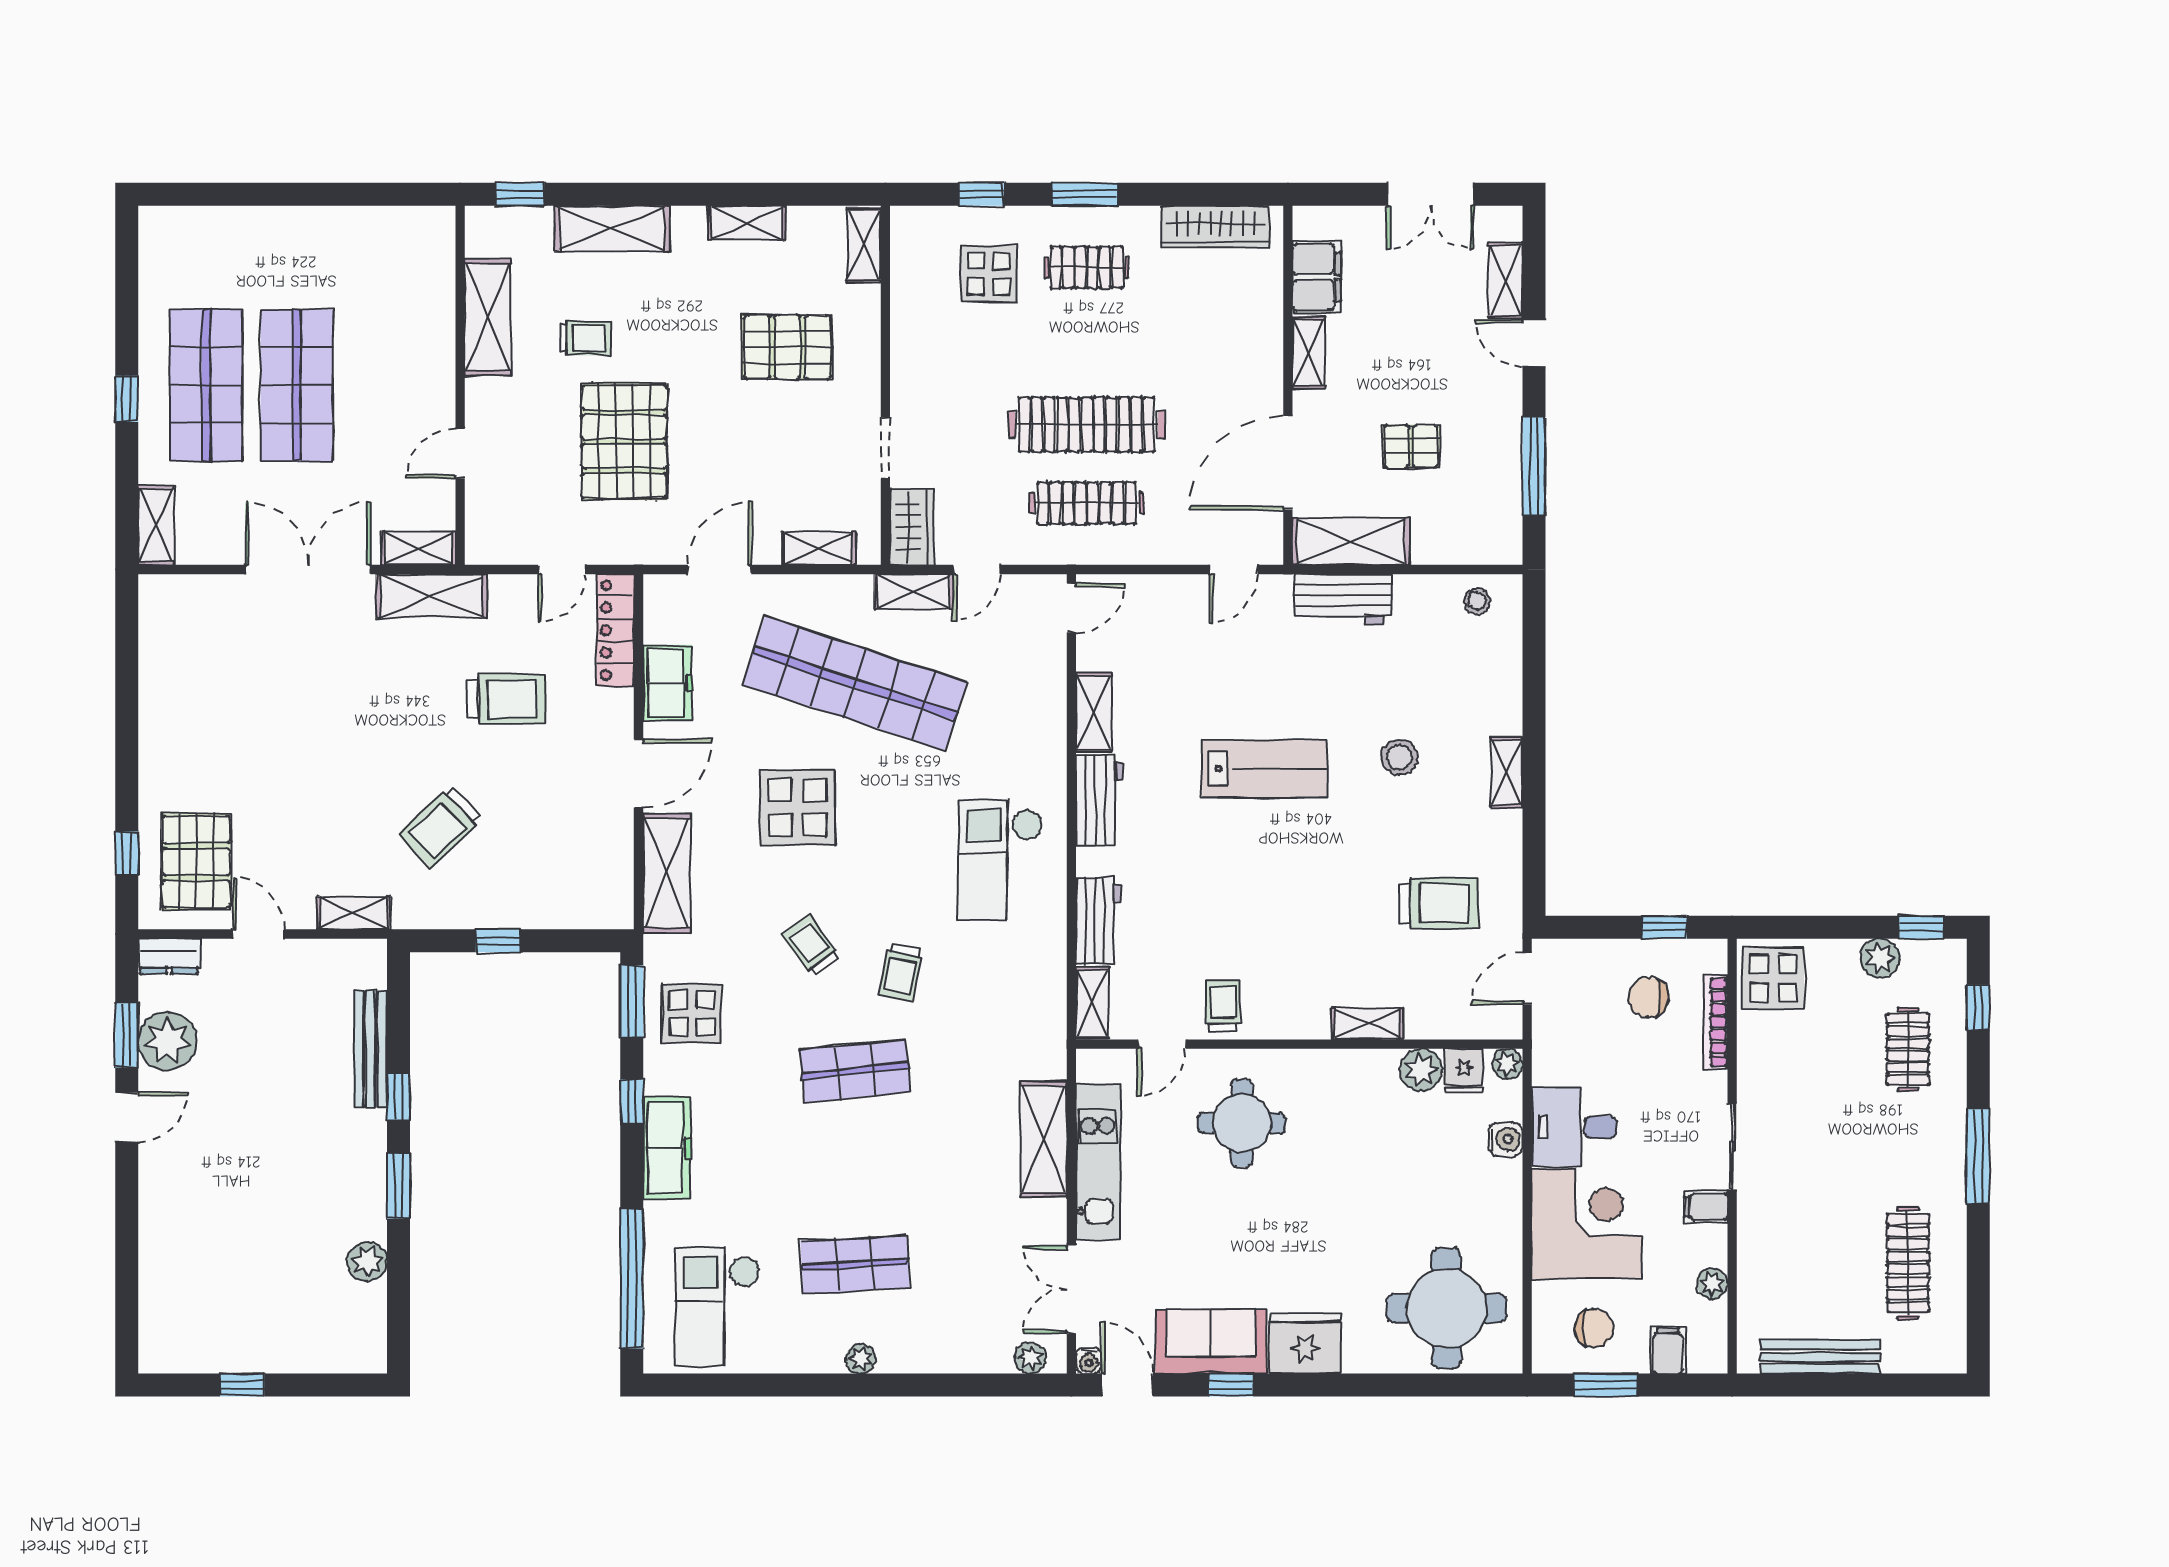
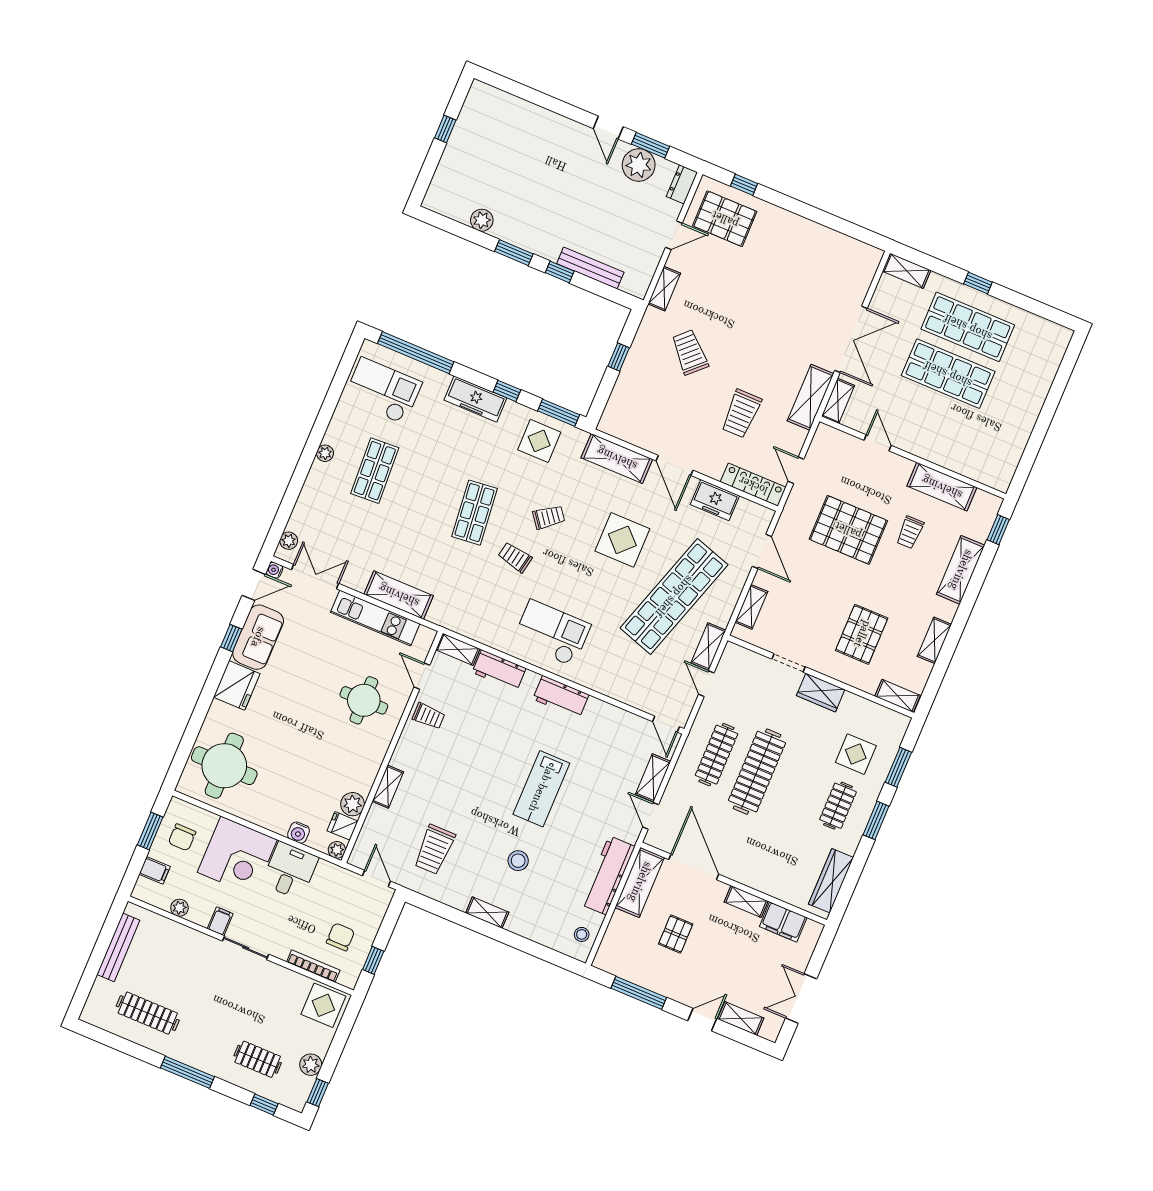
window: (981, 194) -> (898, 767), width x1.50
wardrobe: (912, 527) -> (821, 693), moved
workbench: (1343, 599) -> (608, 875), width x1.38
shelving: (1094, 712) -> (653, 778), moved, turned 90

